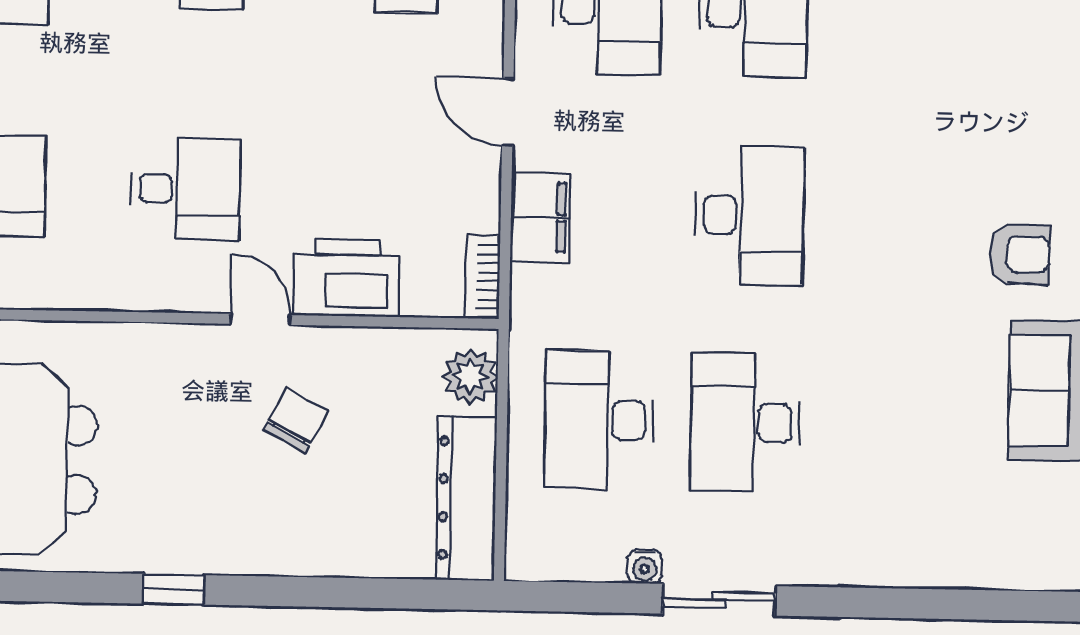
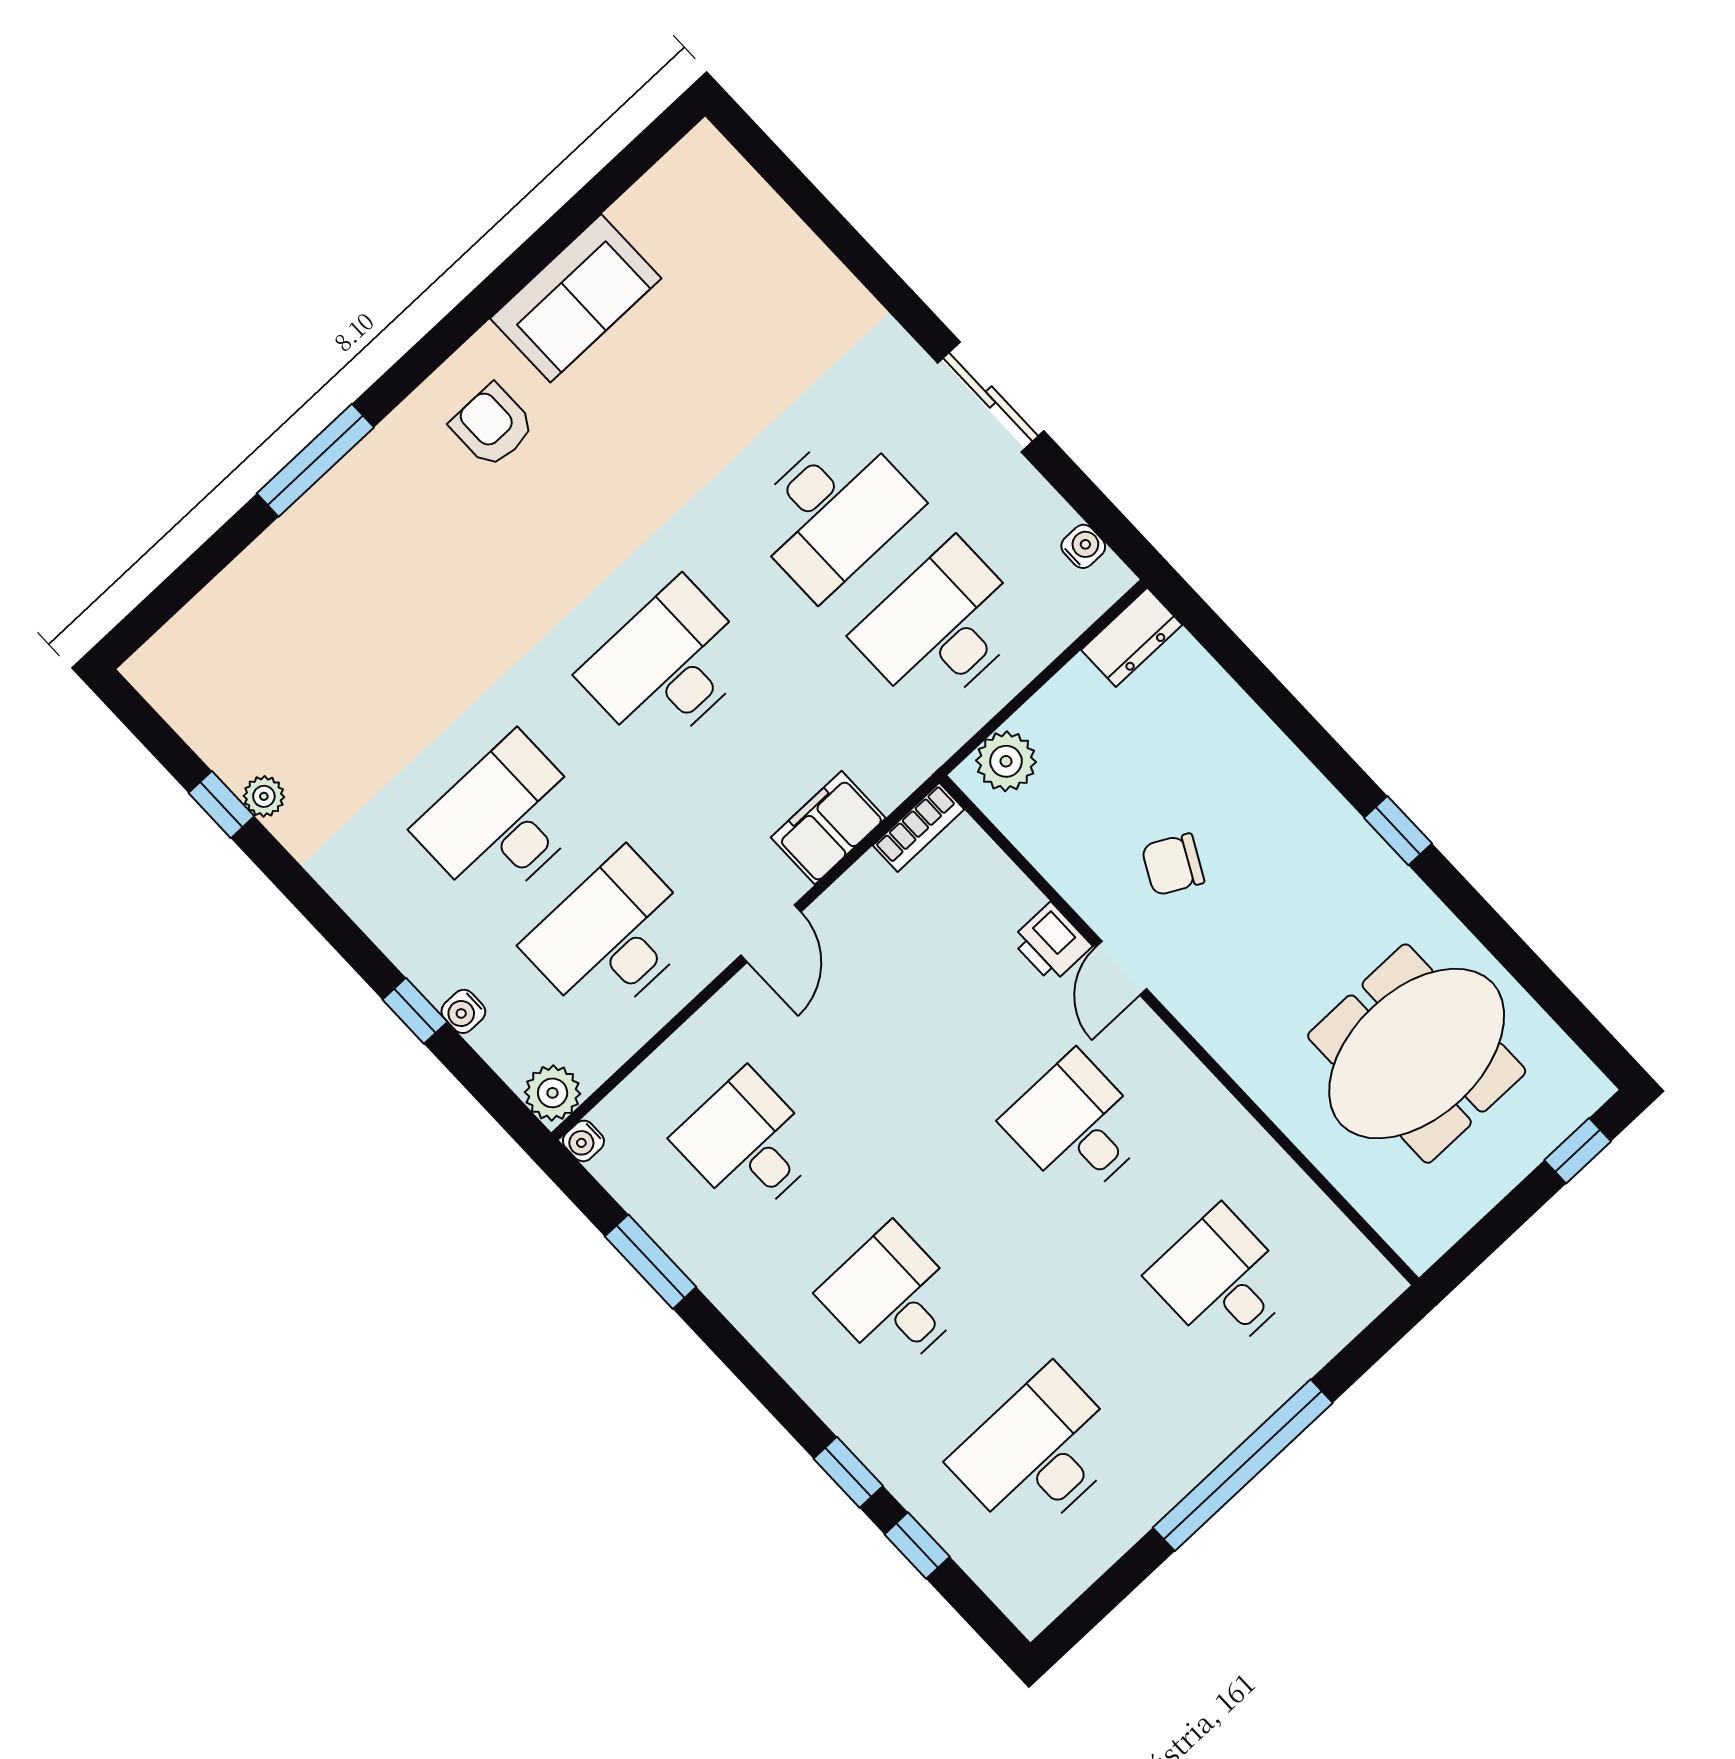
printer: (347, 278) -> (1051, 943), width x0.53, depth x0.68
desk: (599, 420) -> (941, 628), turned 180
dresser: (466, 498) -> (1132, 637), width x0.51, depth x0.80
water cooler: (645, 566) -> (1083, 546), moved

